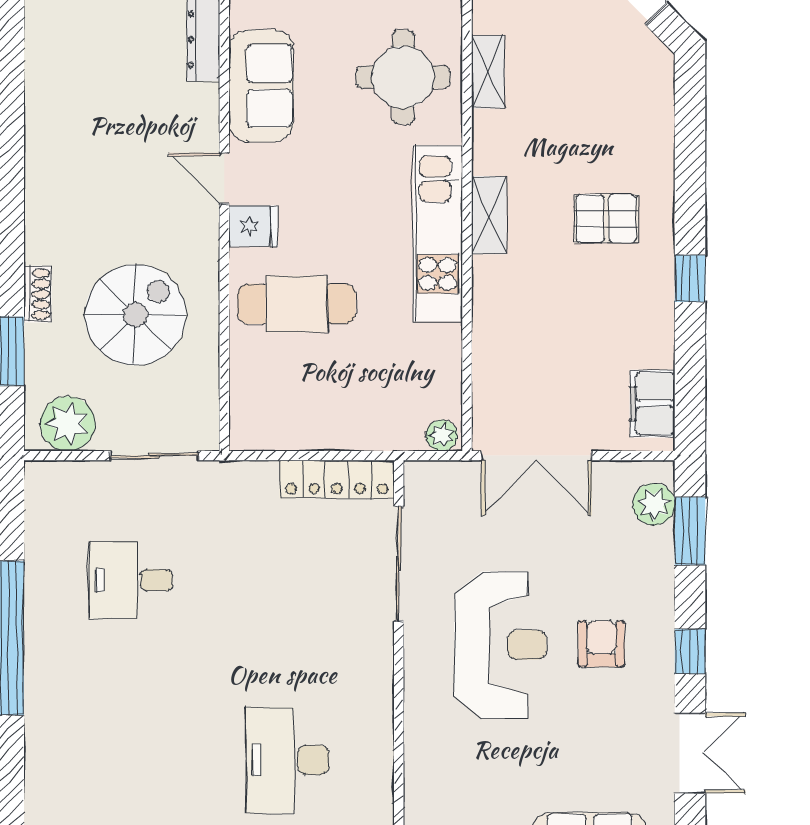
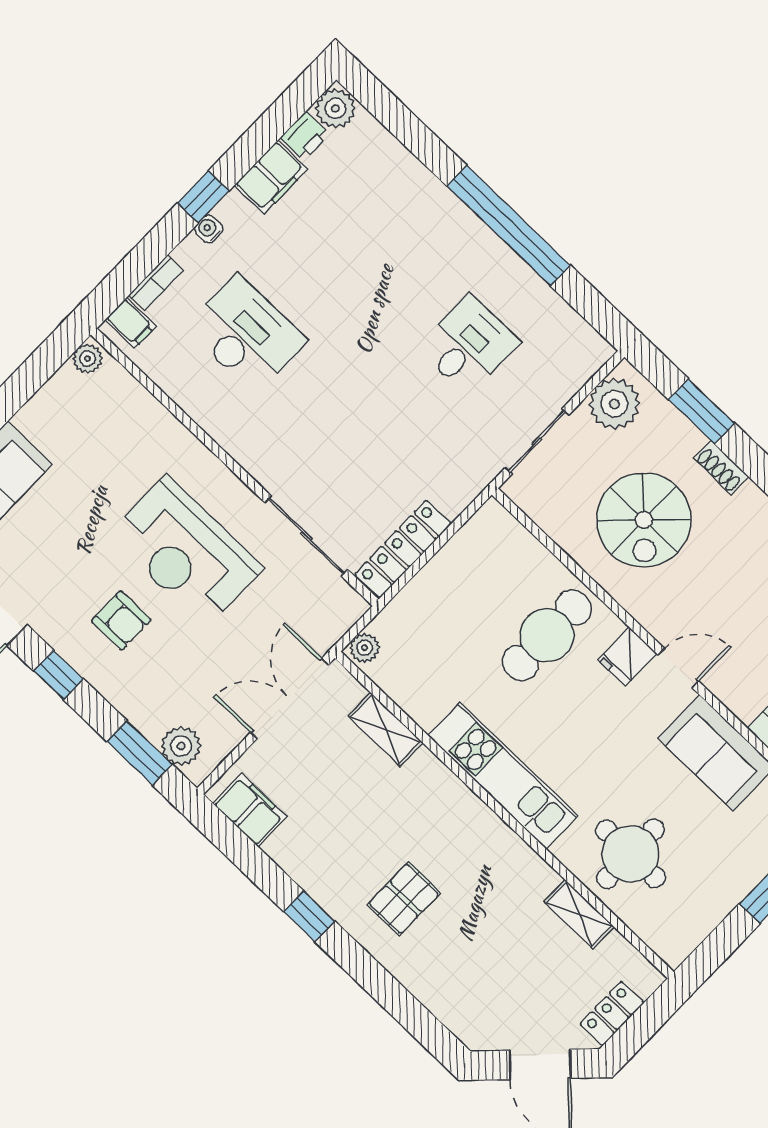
shelving: (489, 215) -> (385, 729), moved

